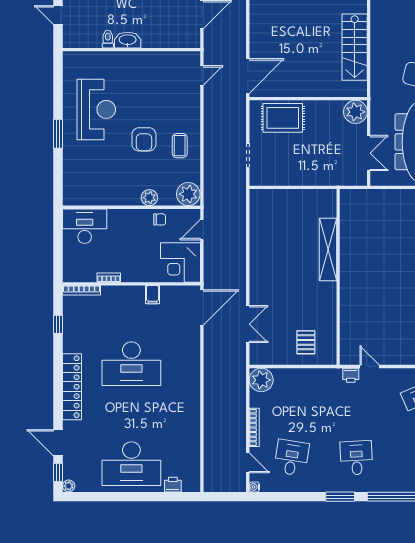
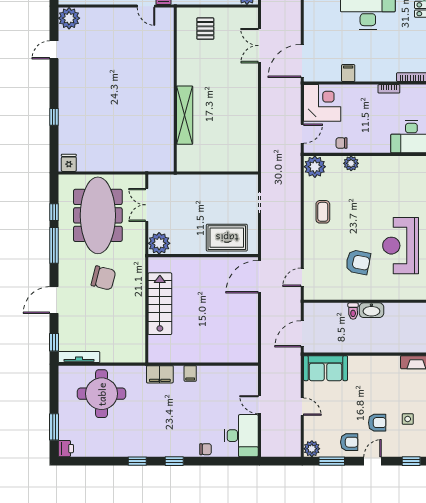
toilet: (108, 39) -> (353, 311), moved
armchair: (144, 139) -> (358, 262), moved, turned 101

